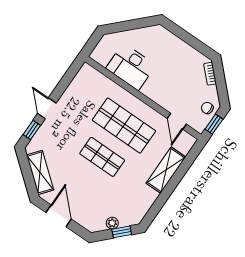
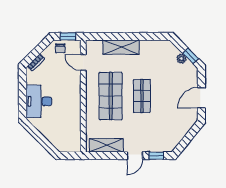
desk: (131, 67) -> (39, 101), moved, turned 180
door: (177, 121) -> (83, 63), swing flipped
shelving: (40, 172) -> (106, 145), moved, turned 51
window: (122, 232) -> (191, 56), moved

